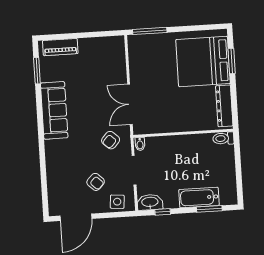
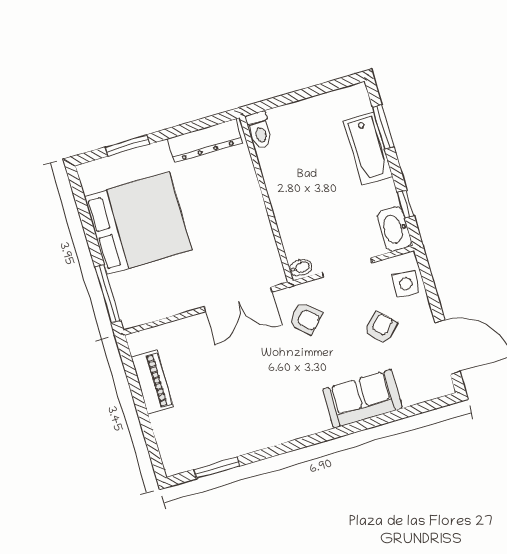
piano: (60, 47) -> (152, 382), moved
bed: (203, 61) -> (138, 223), moved, turned -90
sofa: (54, 110) -> (362, 399), moved, width x0.73

